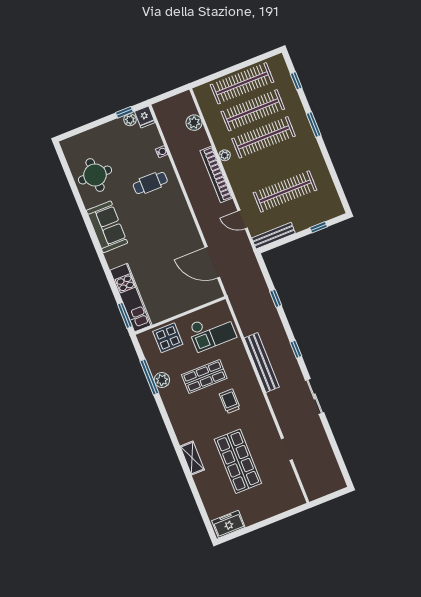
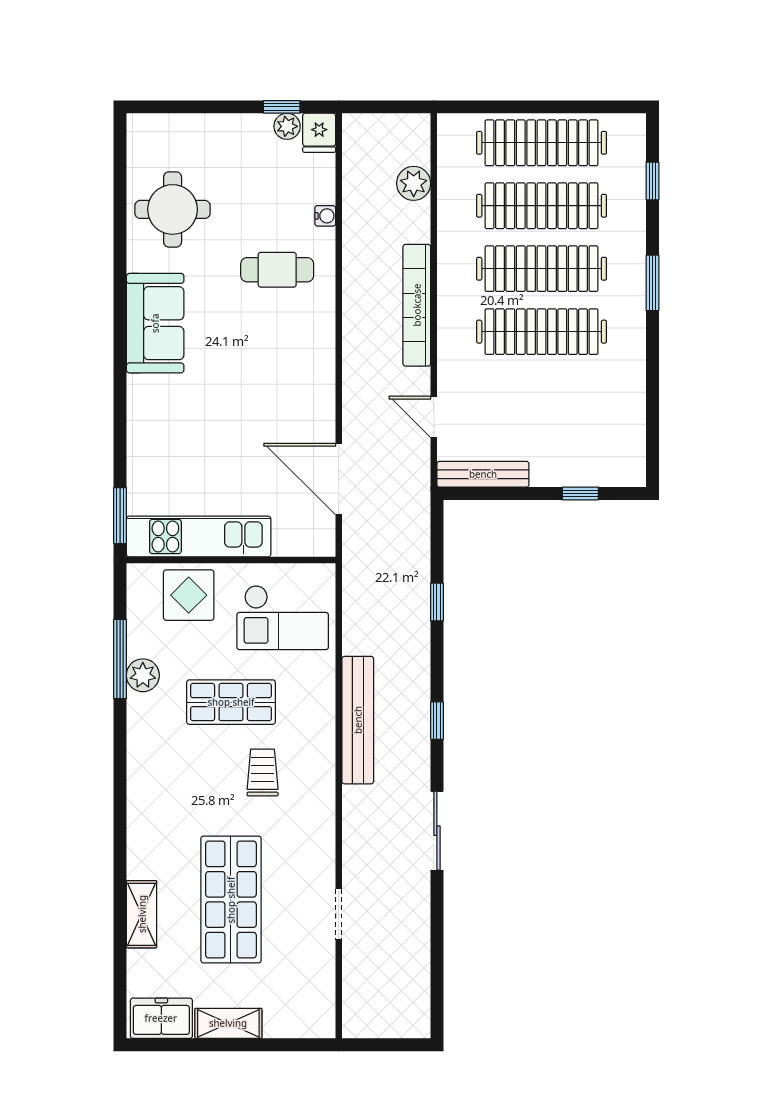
plant: (225, 155) -> (449, 274), removed
clothes rail: (285, 191) -> (542, 332), moved
kitchen unit: (131, 298) -> (199, 536), moved, turned -90
shelving: (192, 458) -> (142, 914), moved
shelving: (258, 515) -> (228, 1023), added

